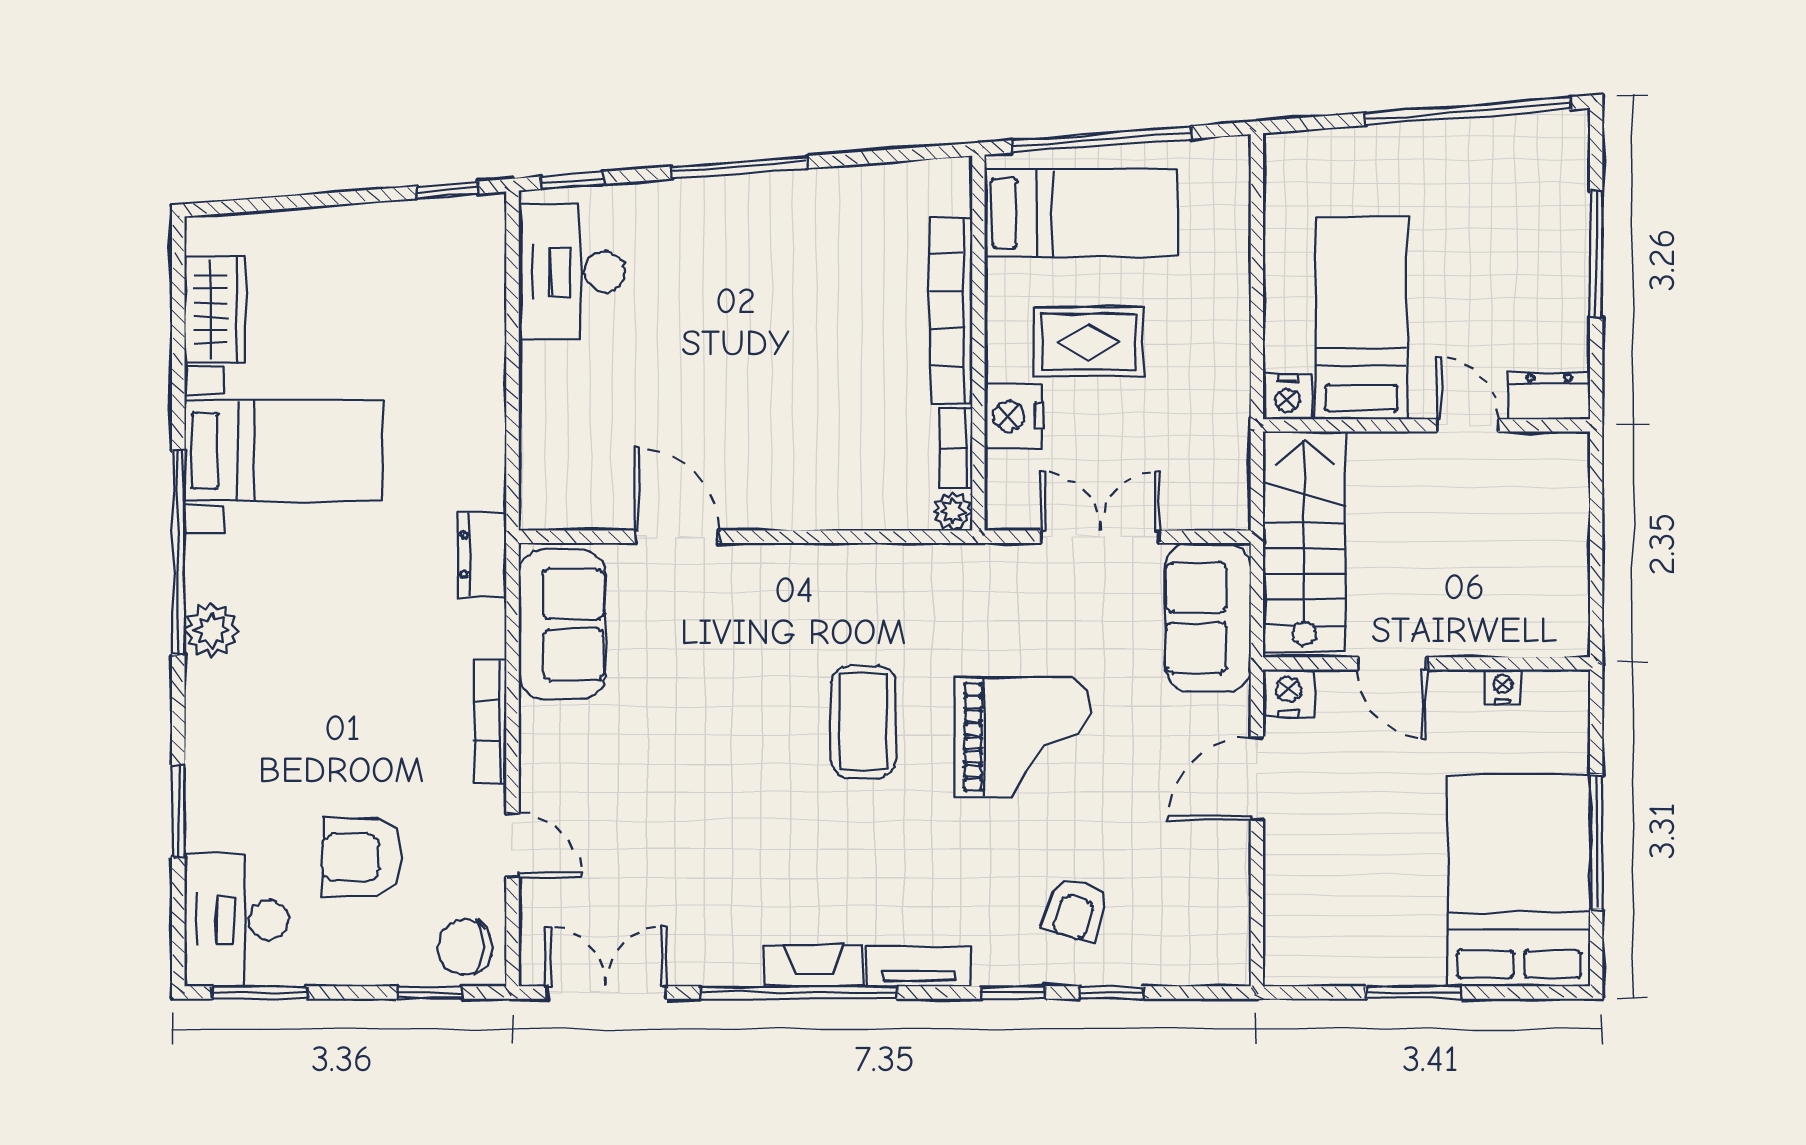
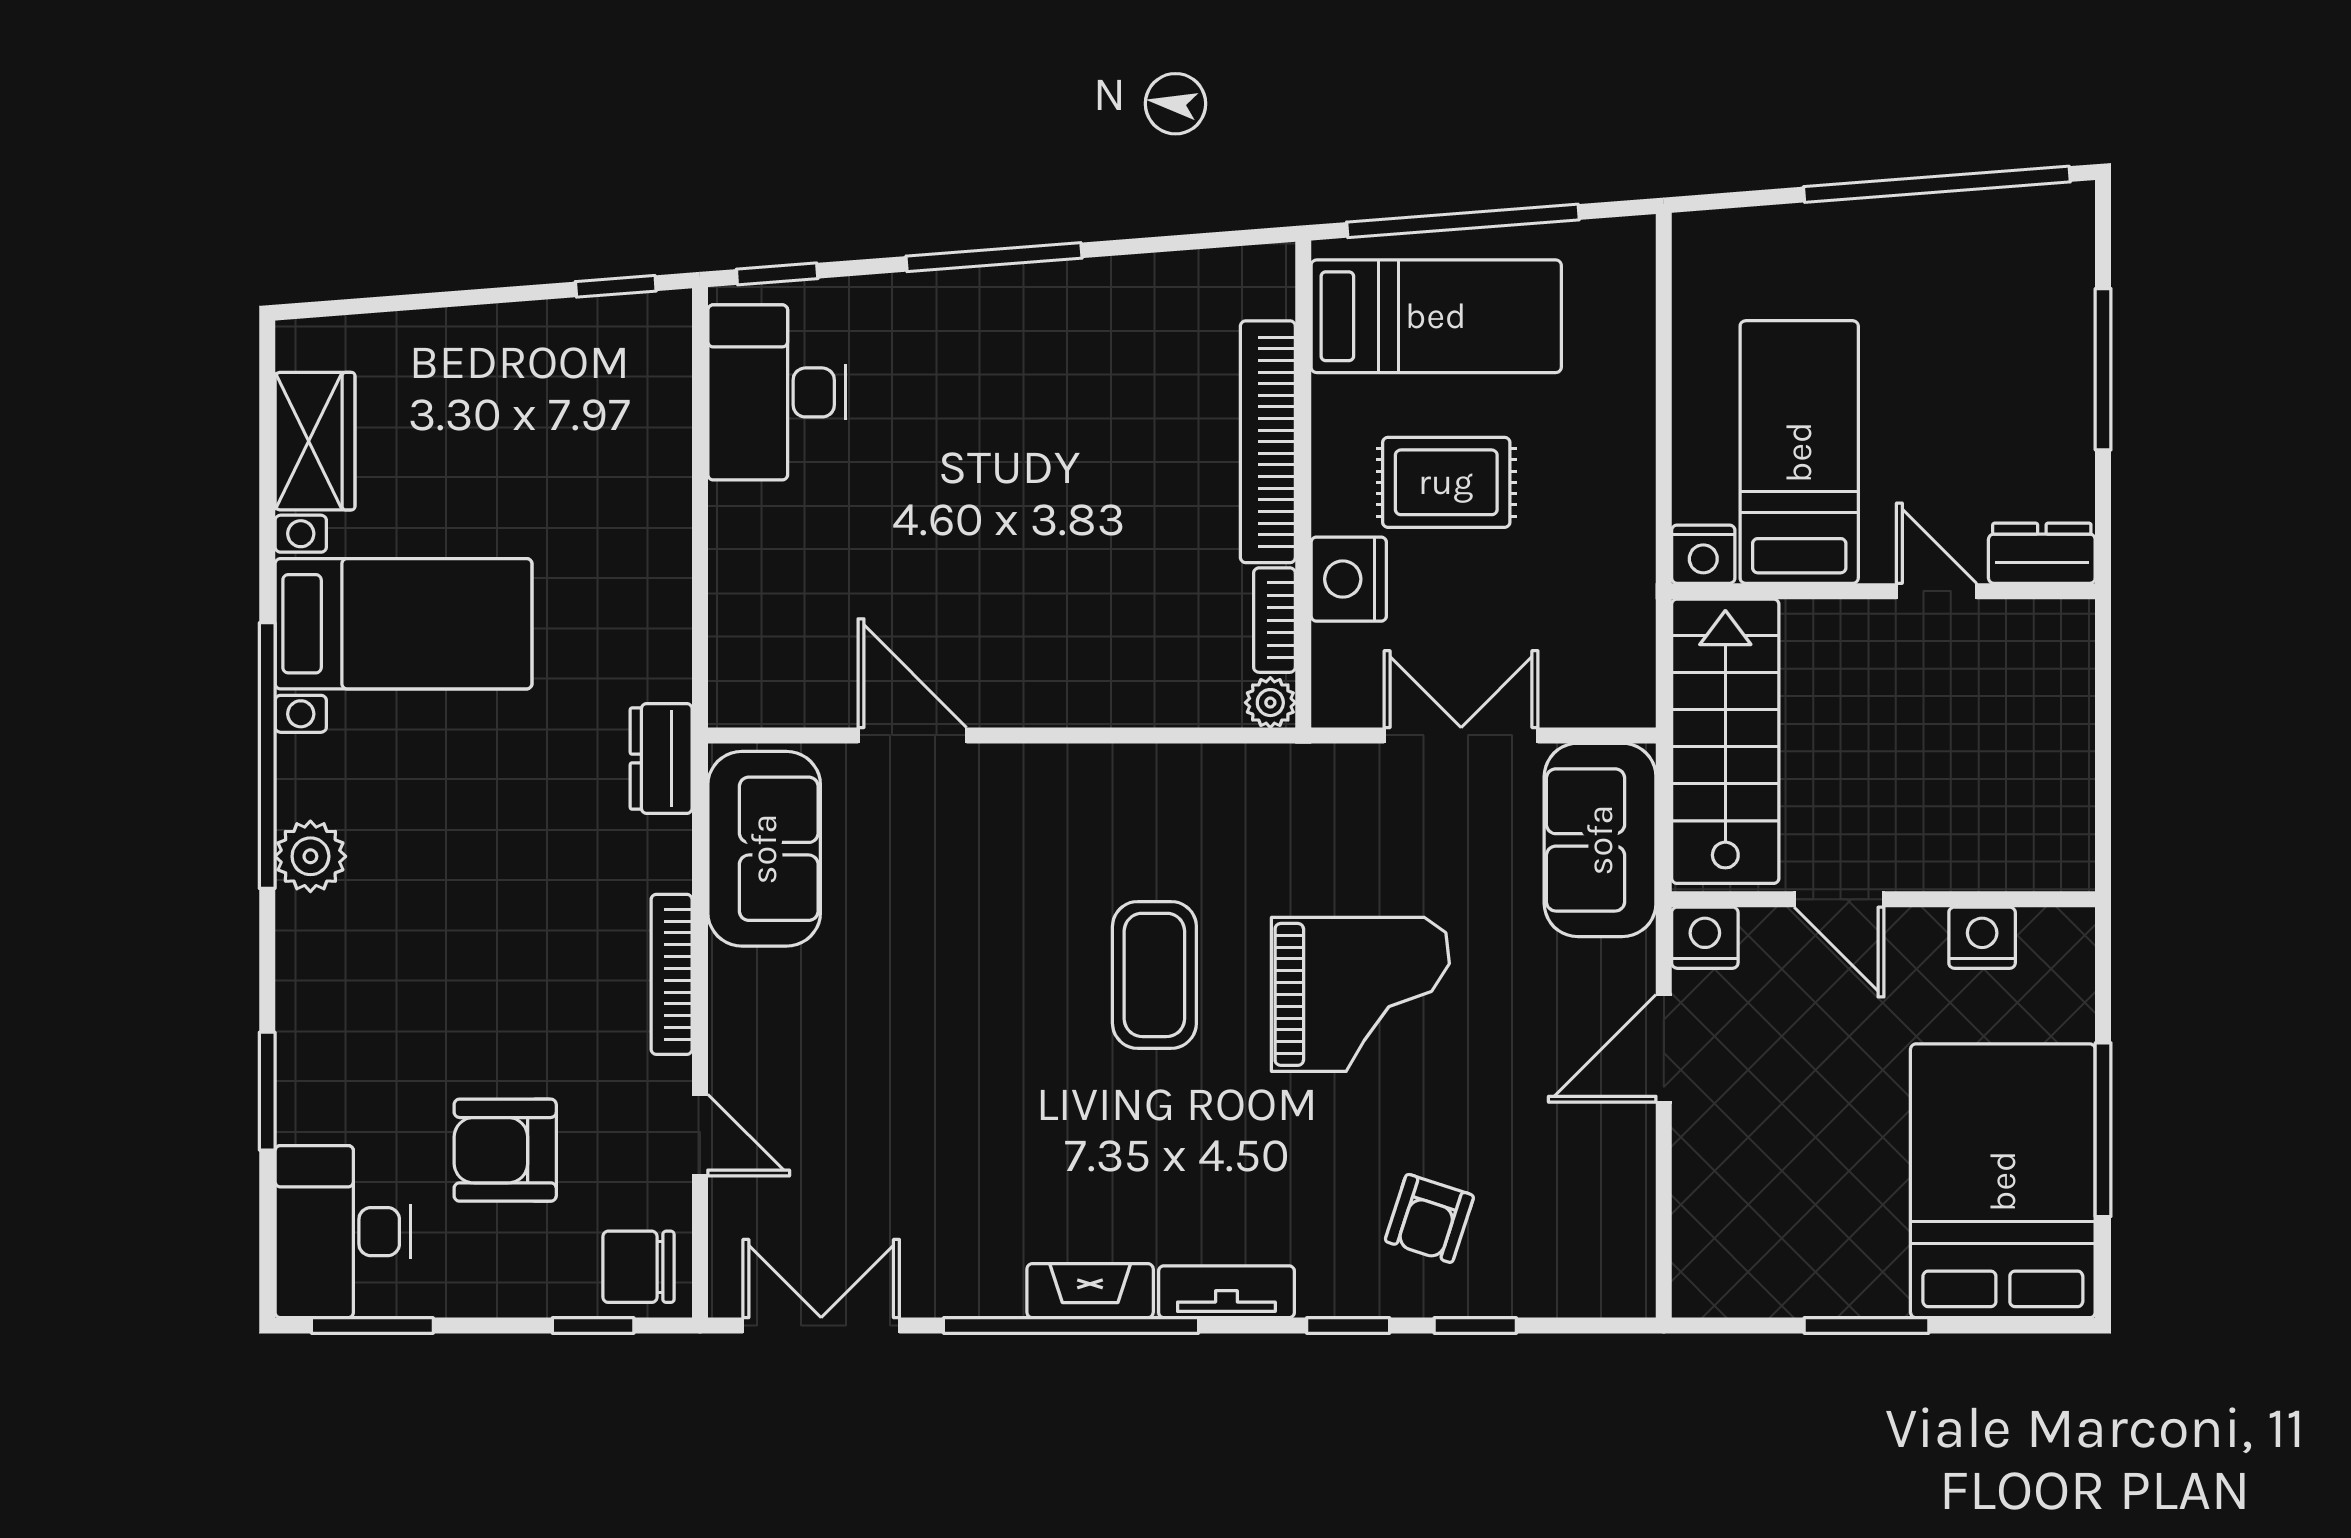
nightstand: (1503, 687) -> (1982, 938), width x1.39, depth x1.35

